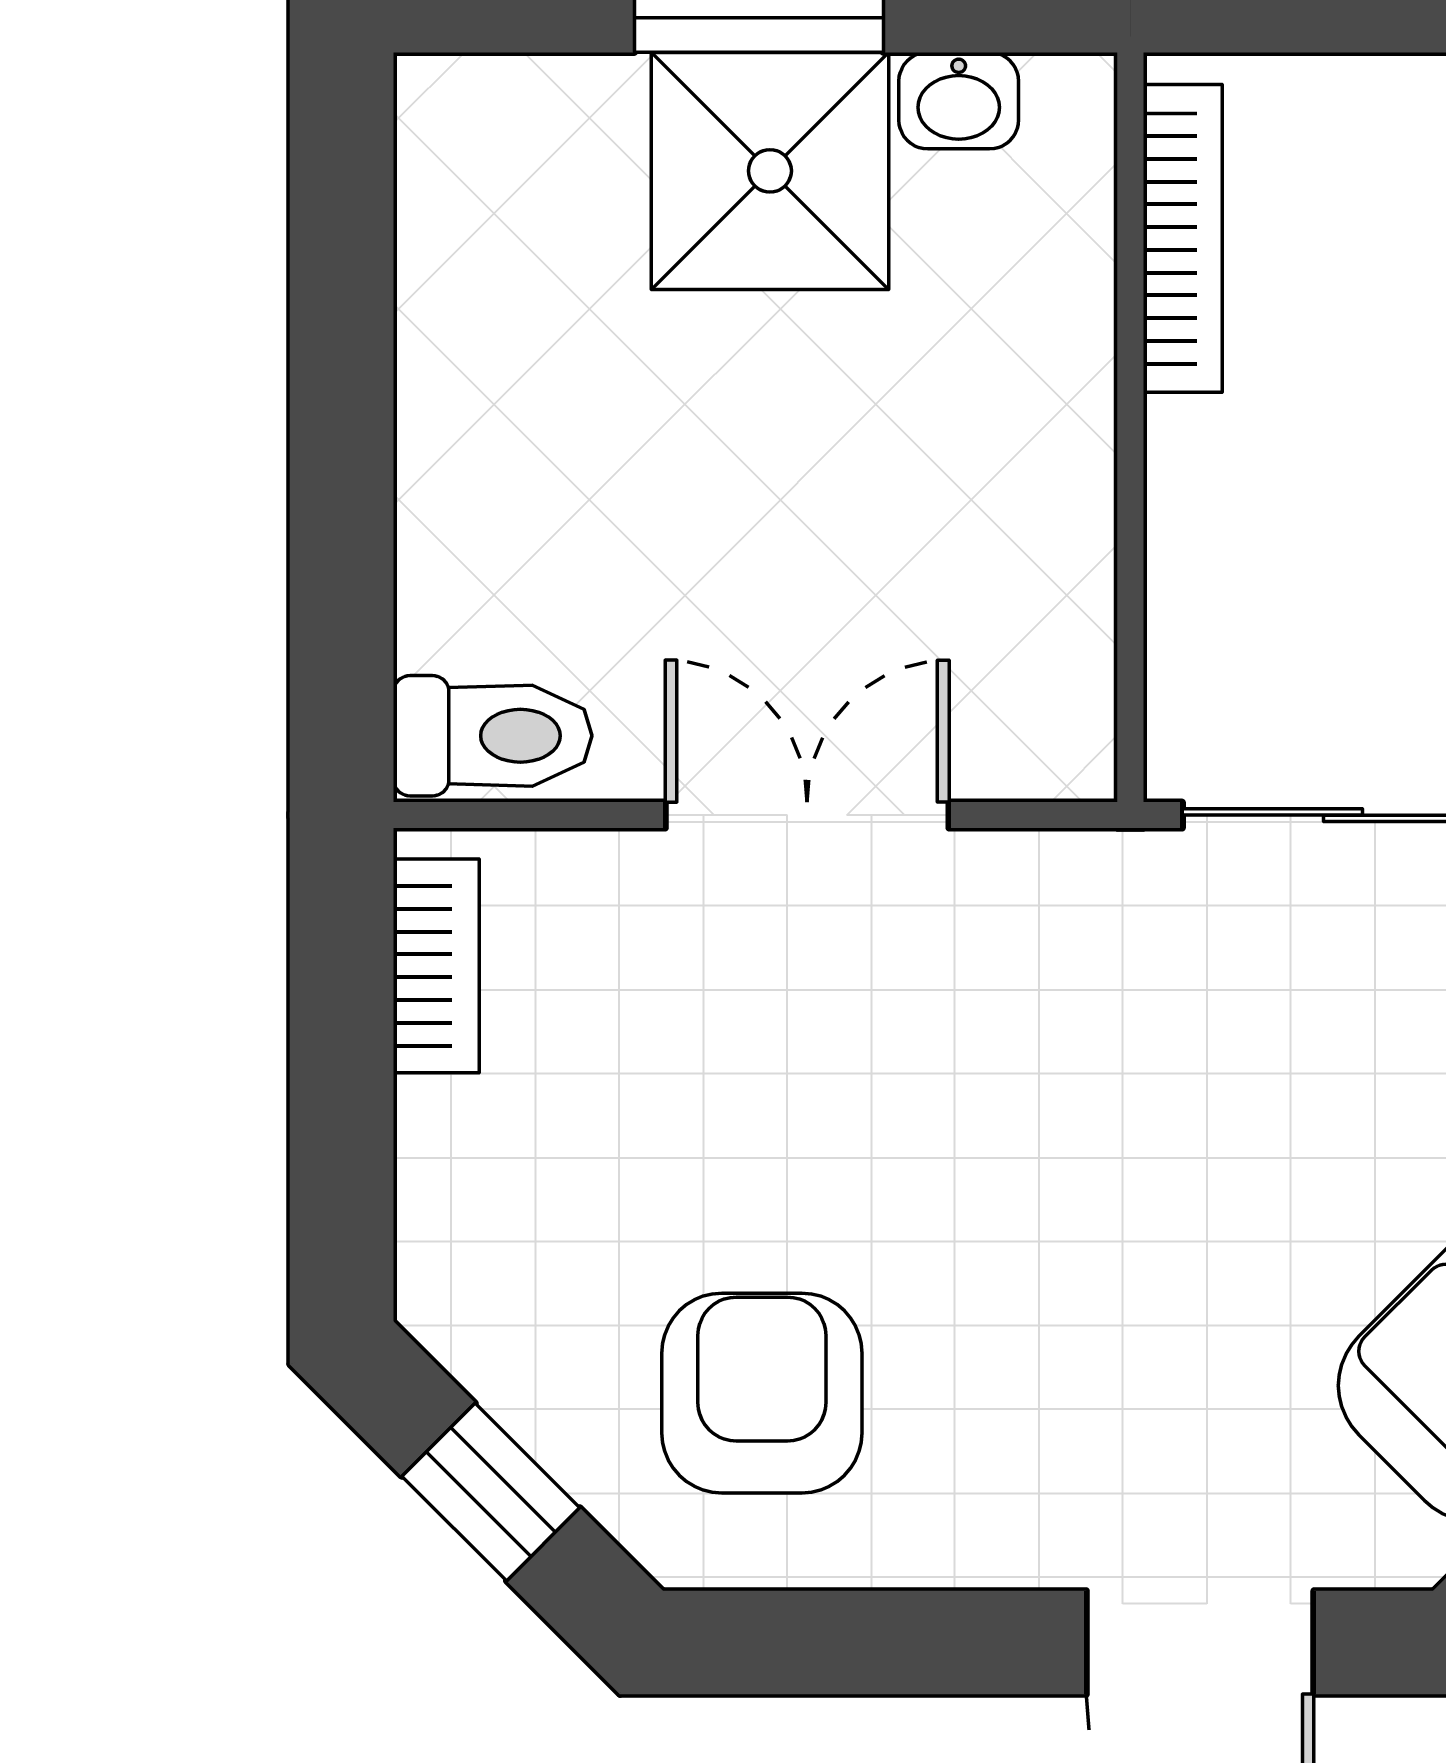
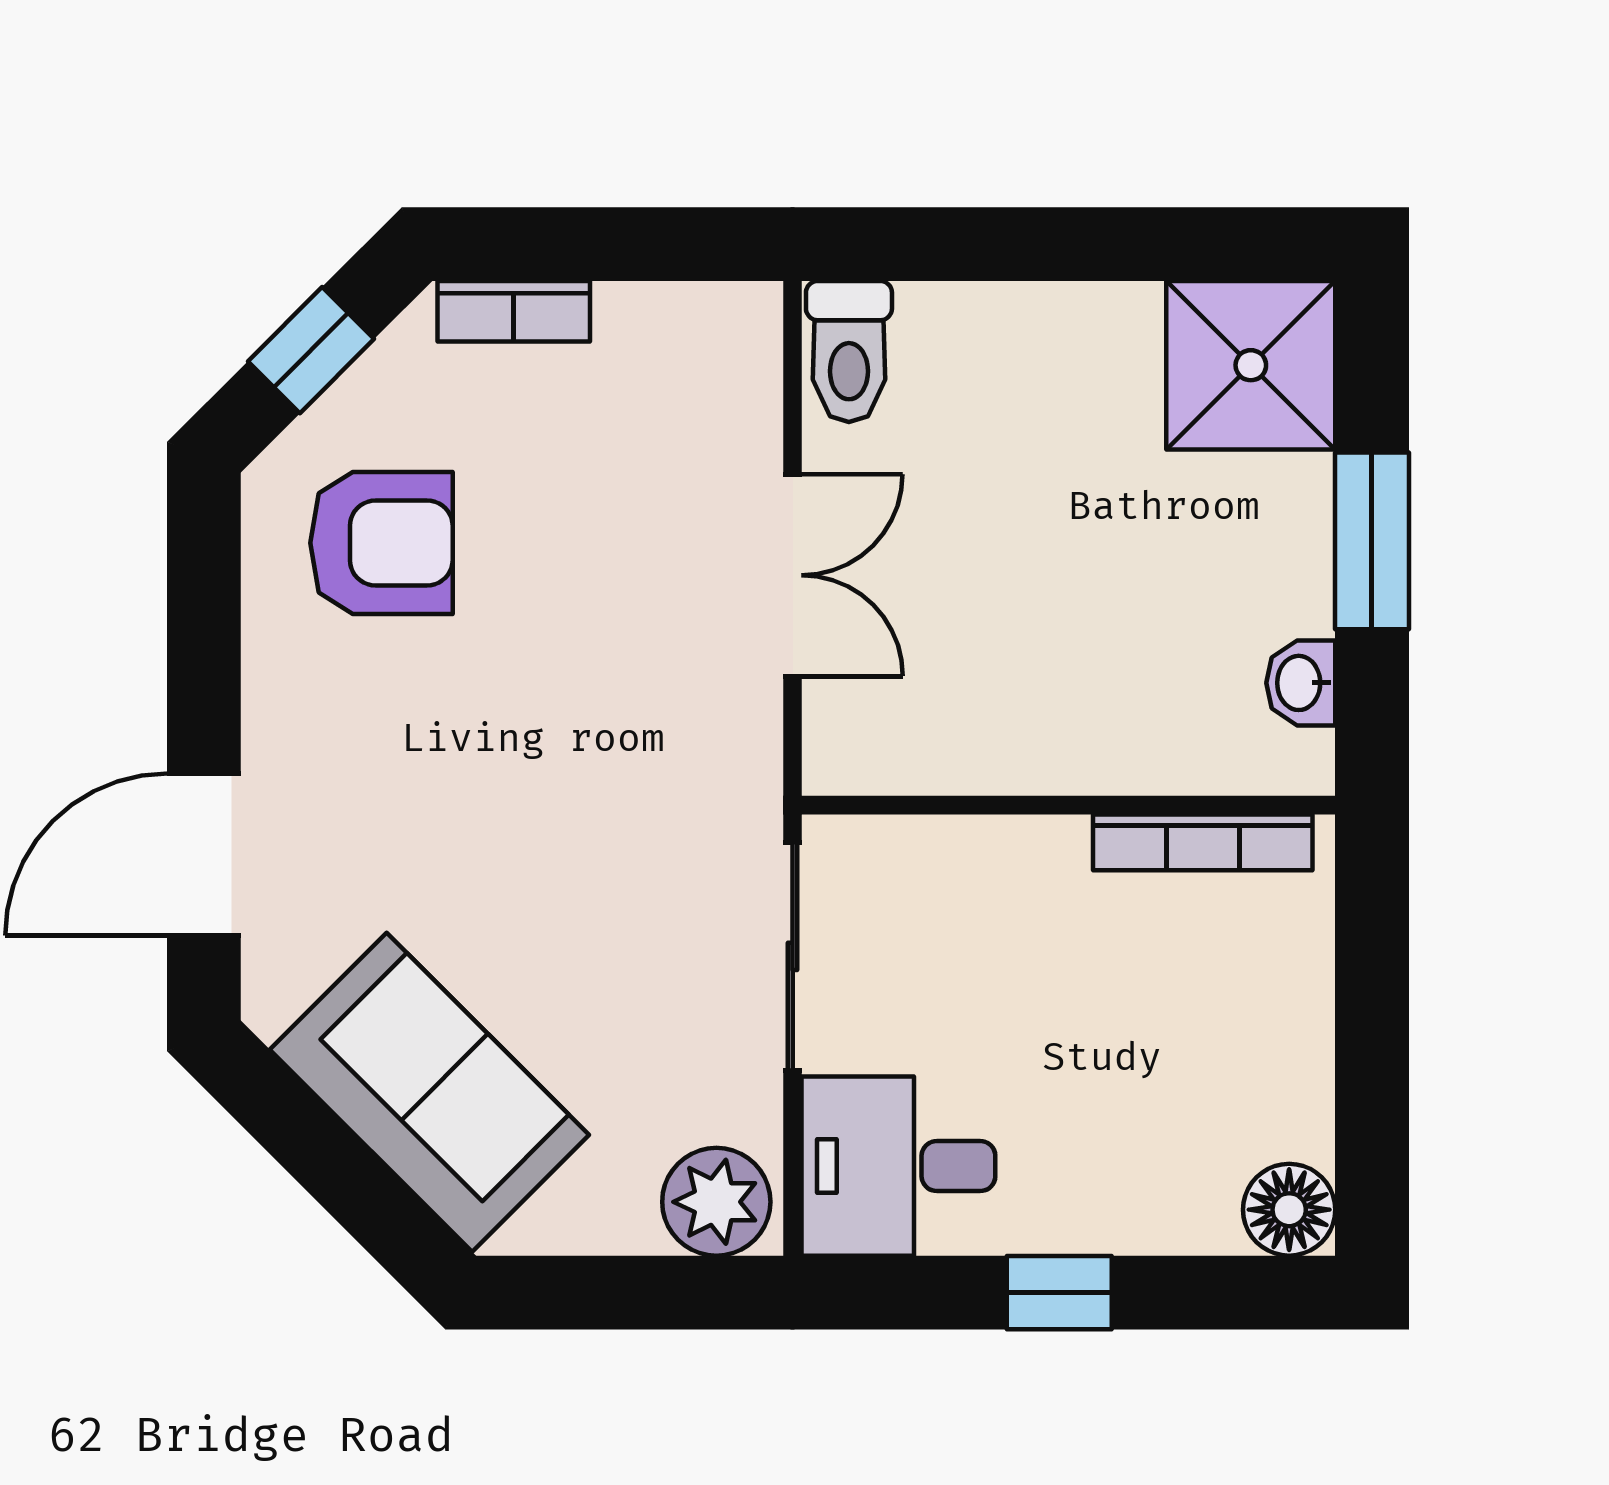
shower: (770, 171) -> (1251, 365), moved
bookcase: (436, 966) -> (514, 311), moved

